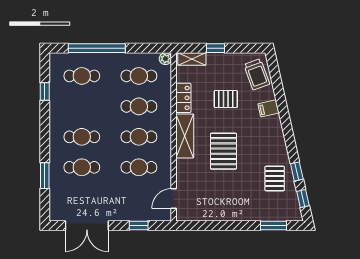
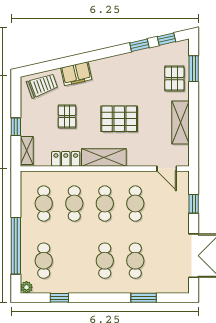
plant: (165, 59) -> (26, 287), moved
filing cabinet: (268, 108) -> (76, 74), width x2.00
pallet: (275, 179) -> (174, 79), moved, turned 90
shelving: (220, 212) -> (180, 122), added

